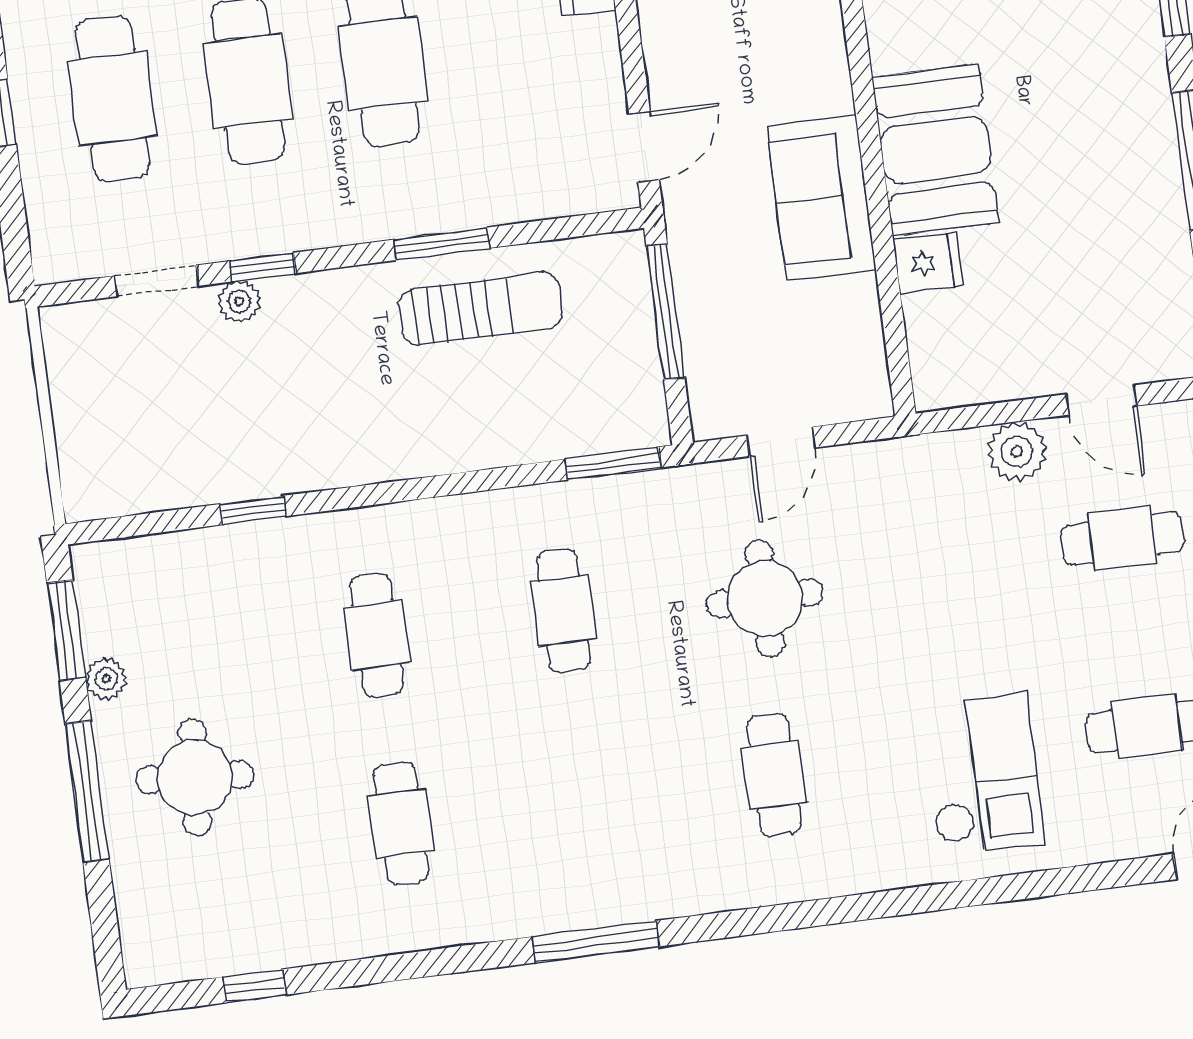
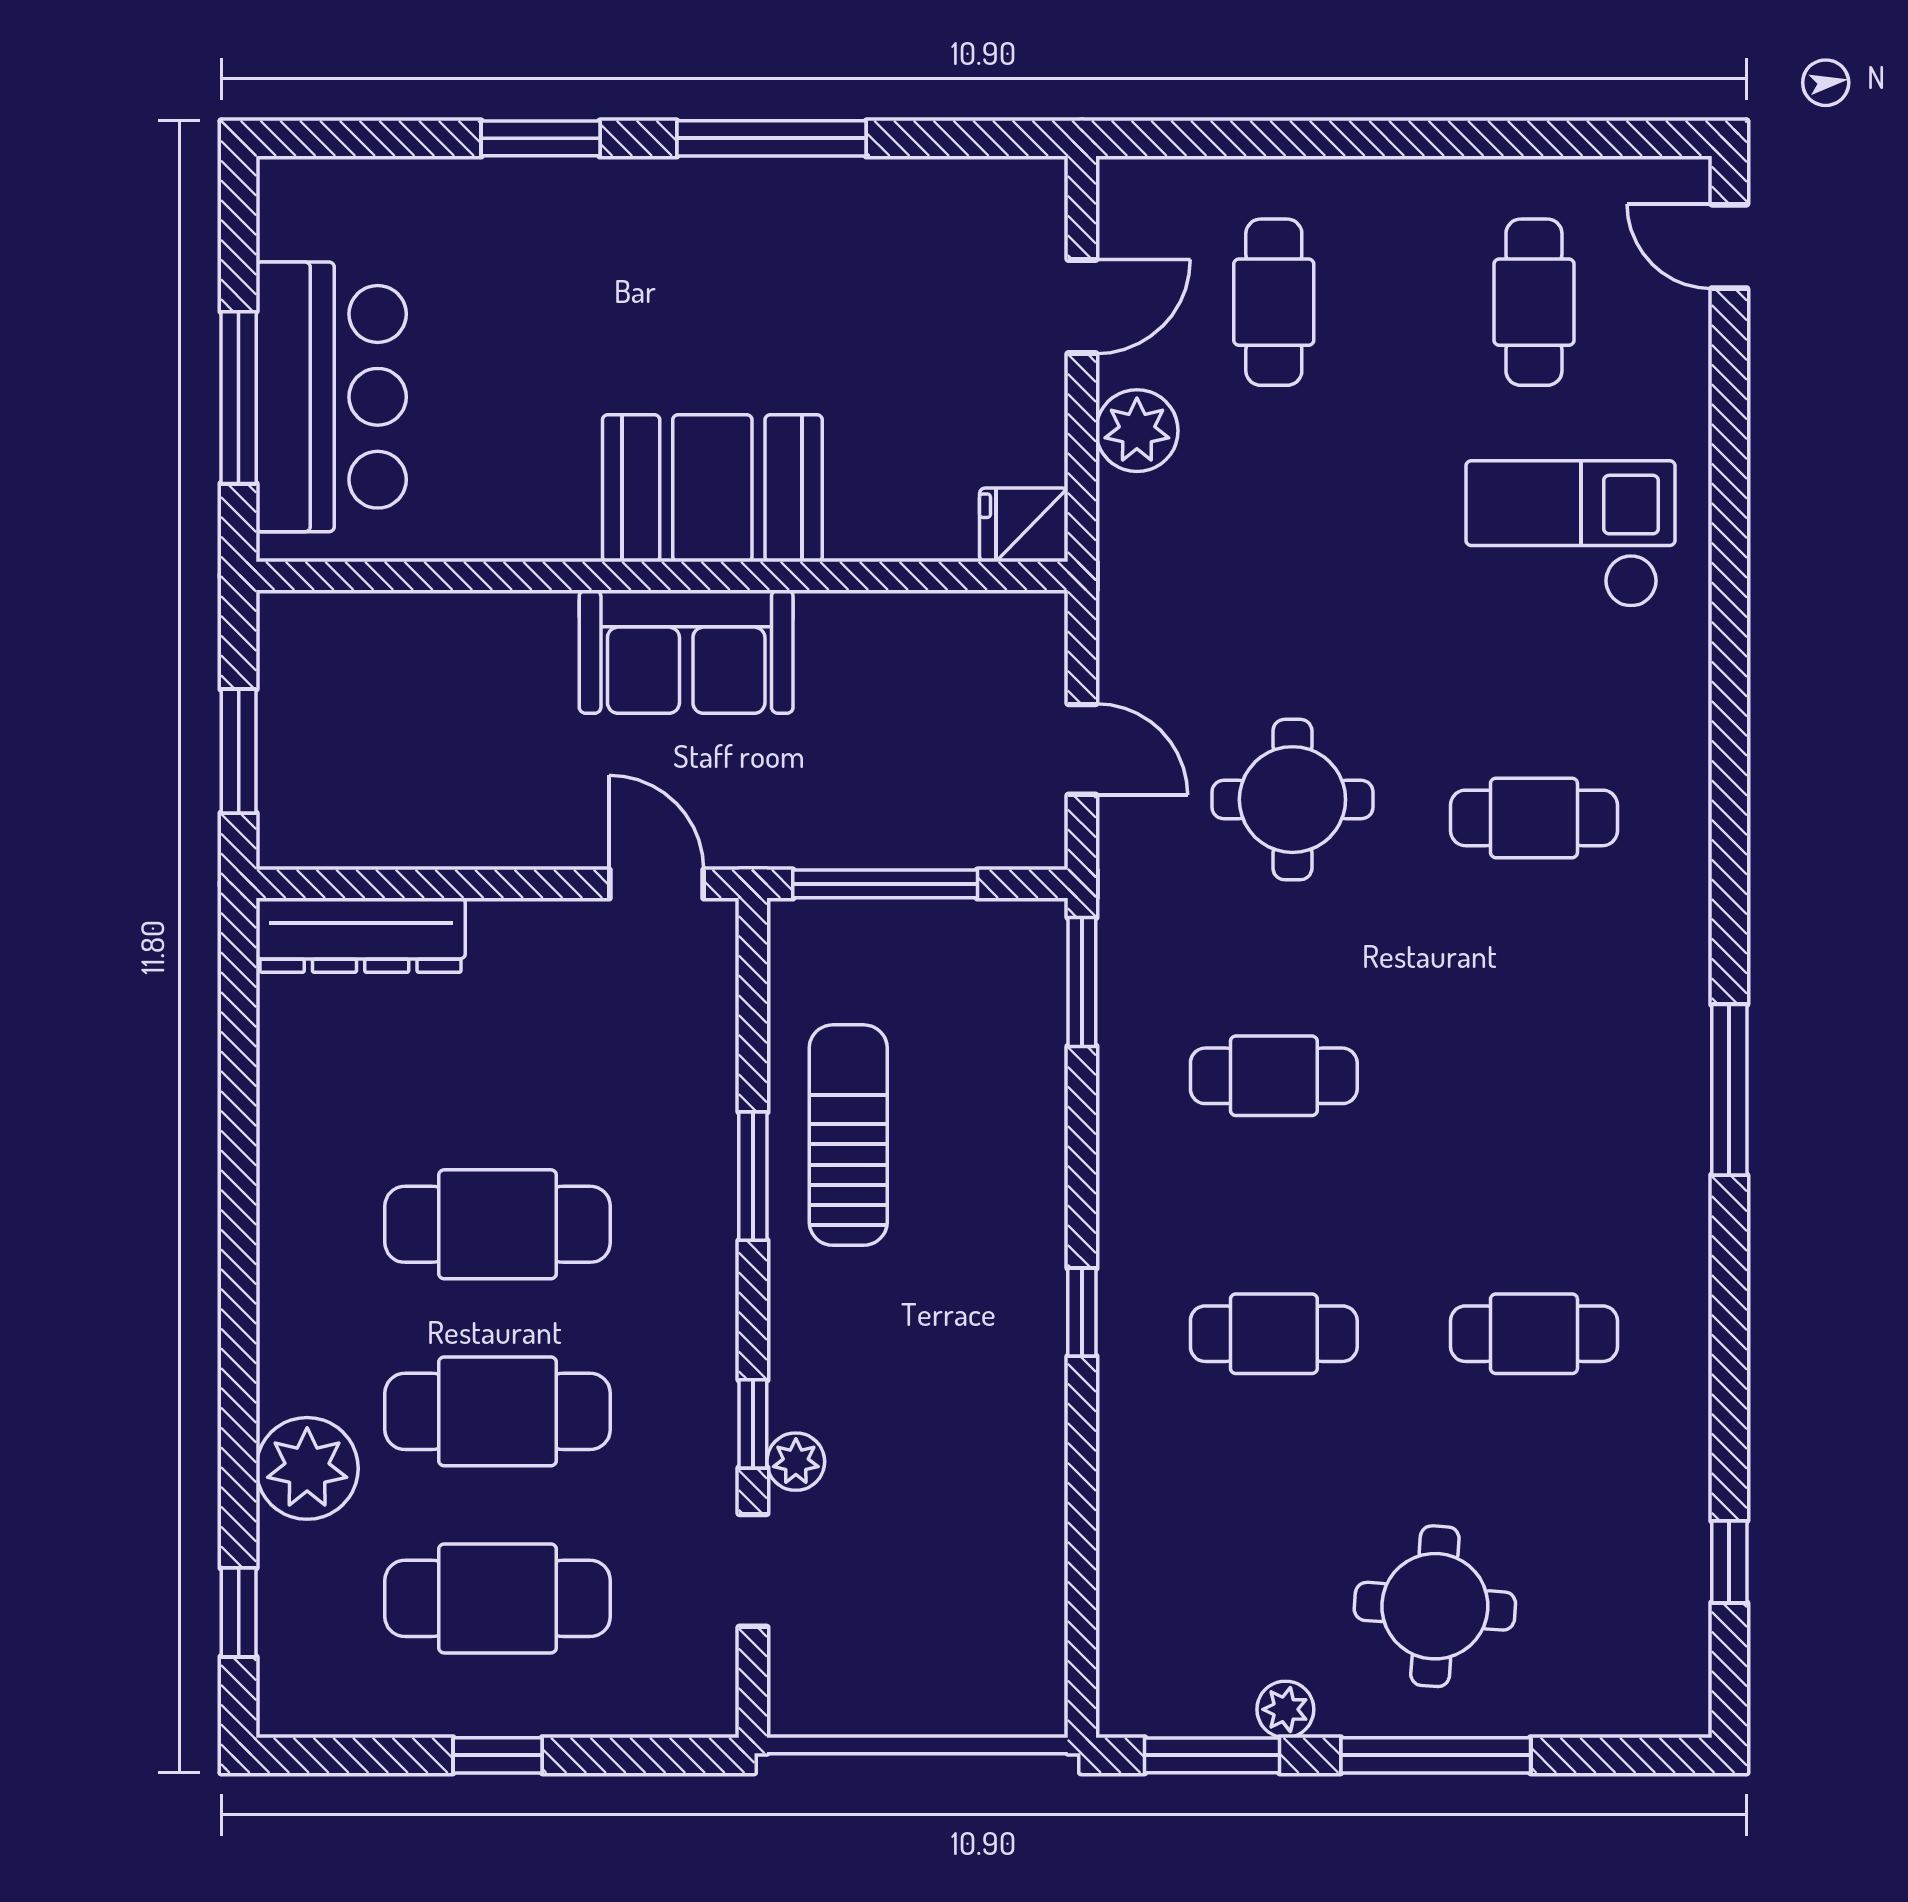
sofa: (821, 198) -> (686, 652), moved
fridge: (928, 263) -> (1024, 525), moved, turned -90
window: (253, 510) -> (1082, 1312), moved

